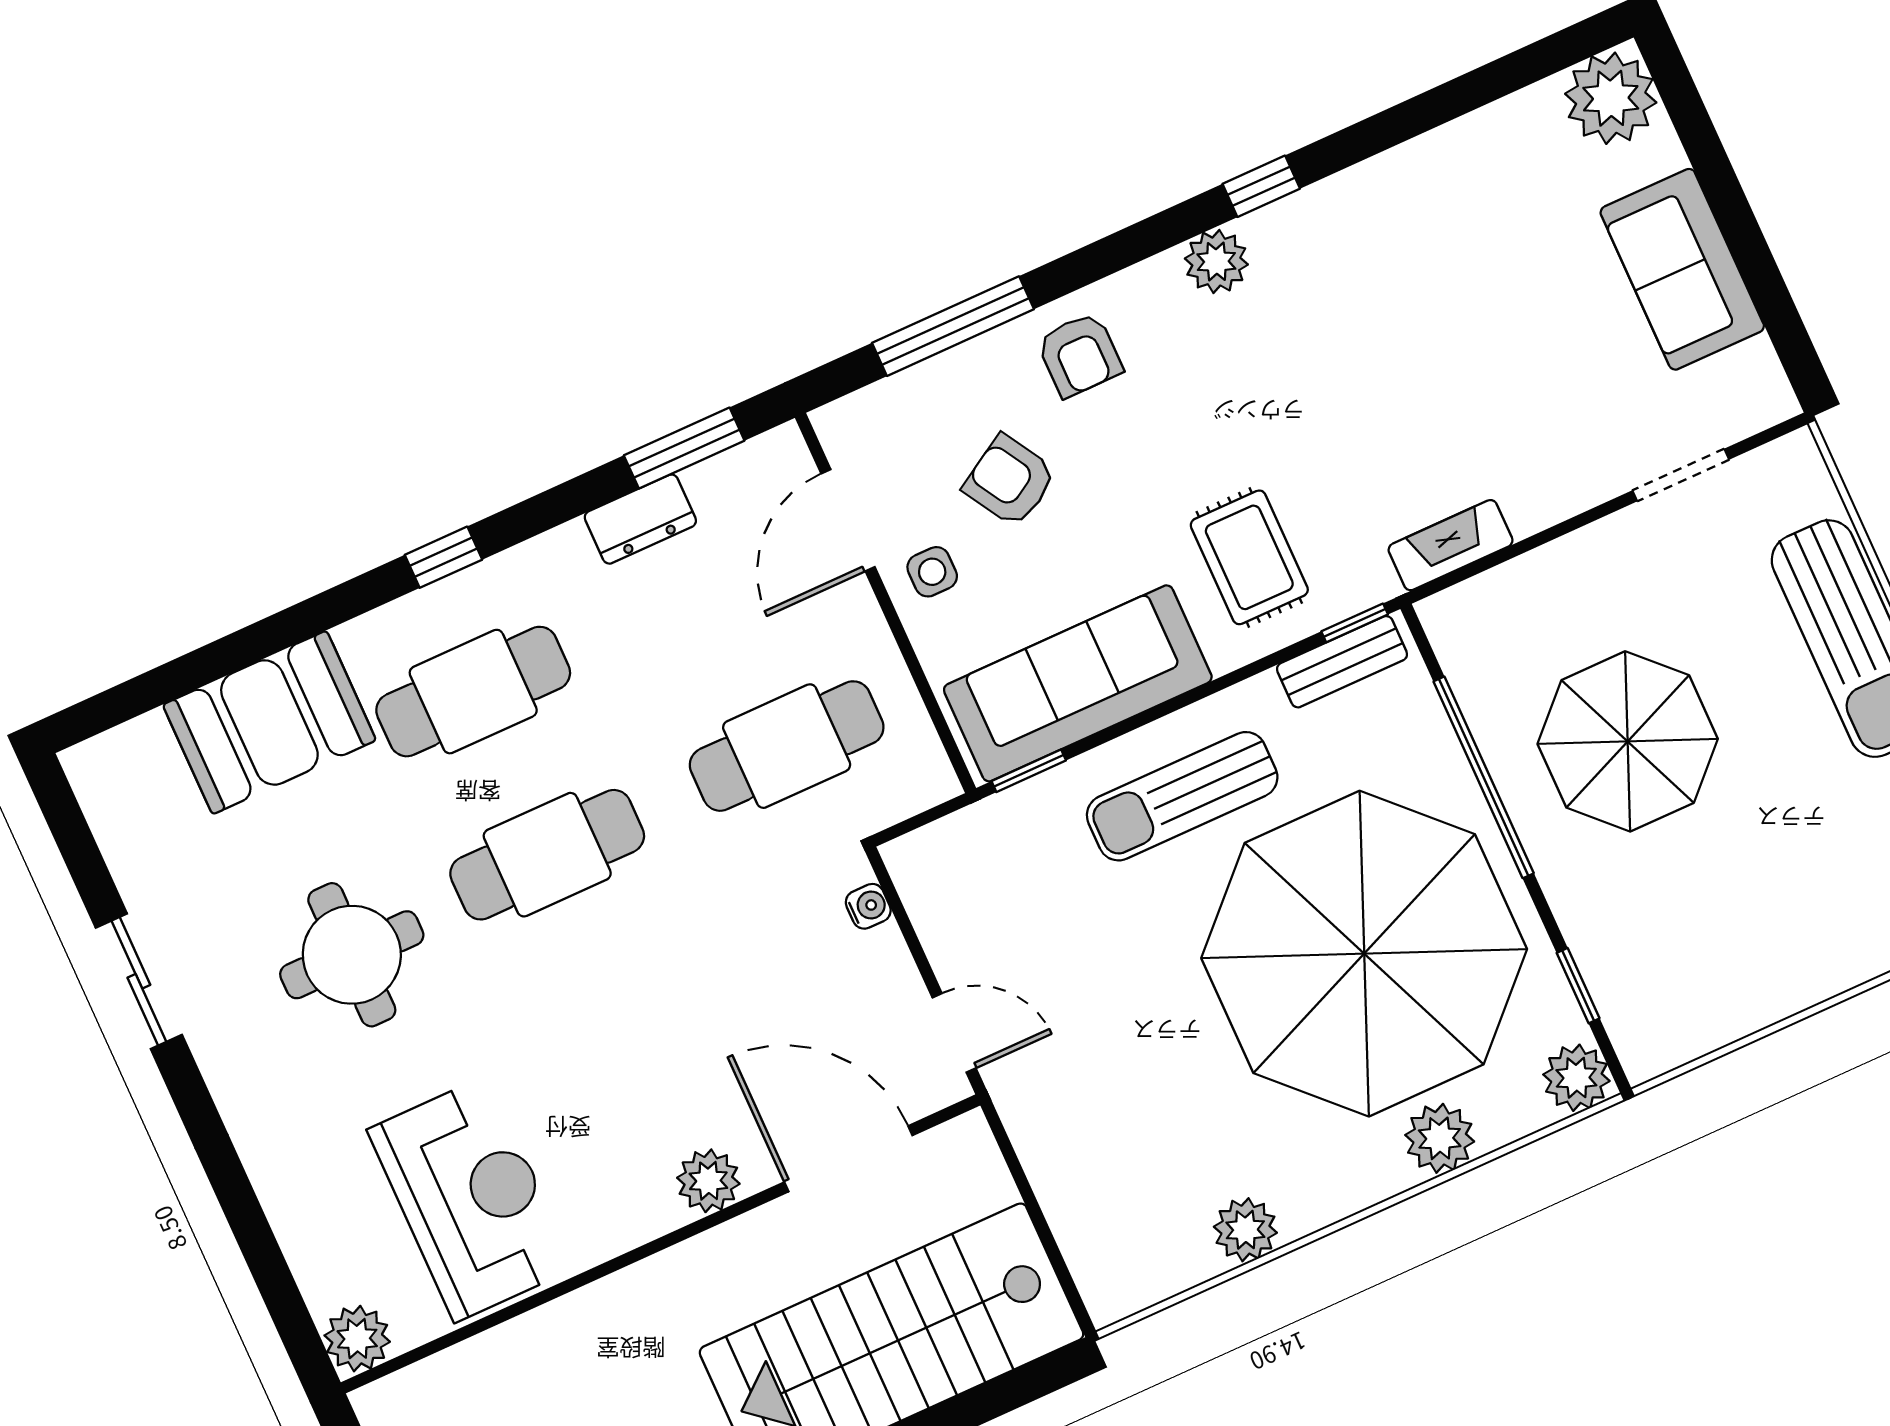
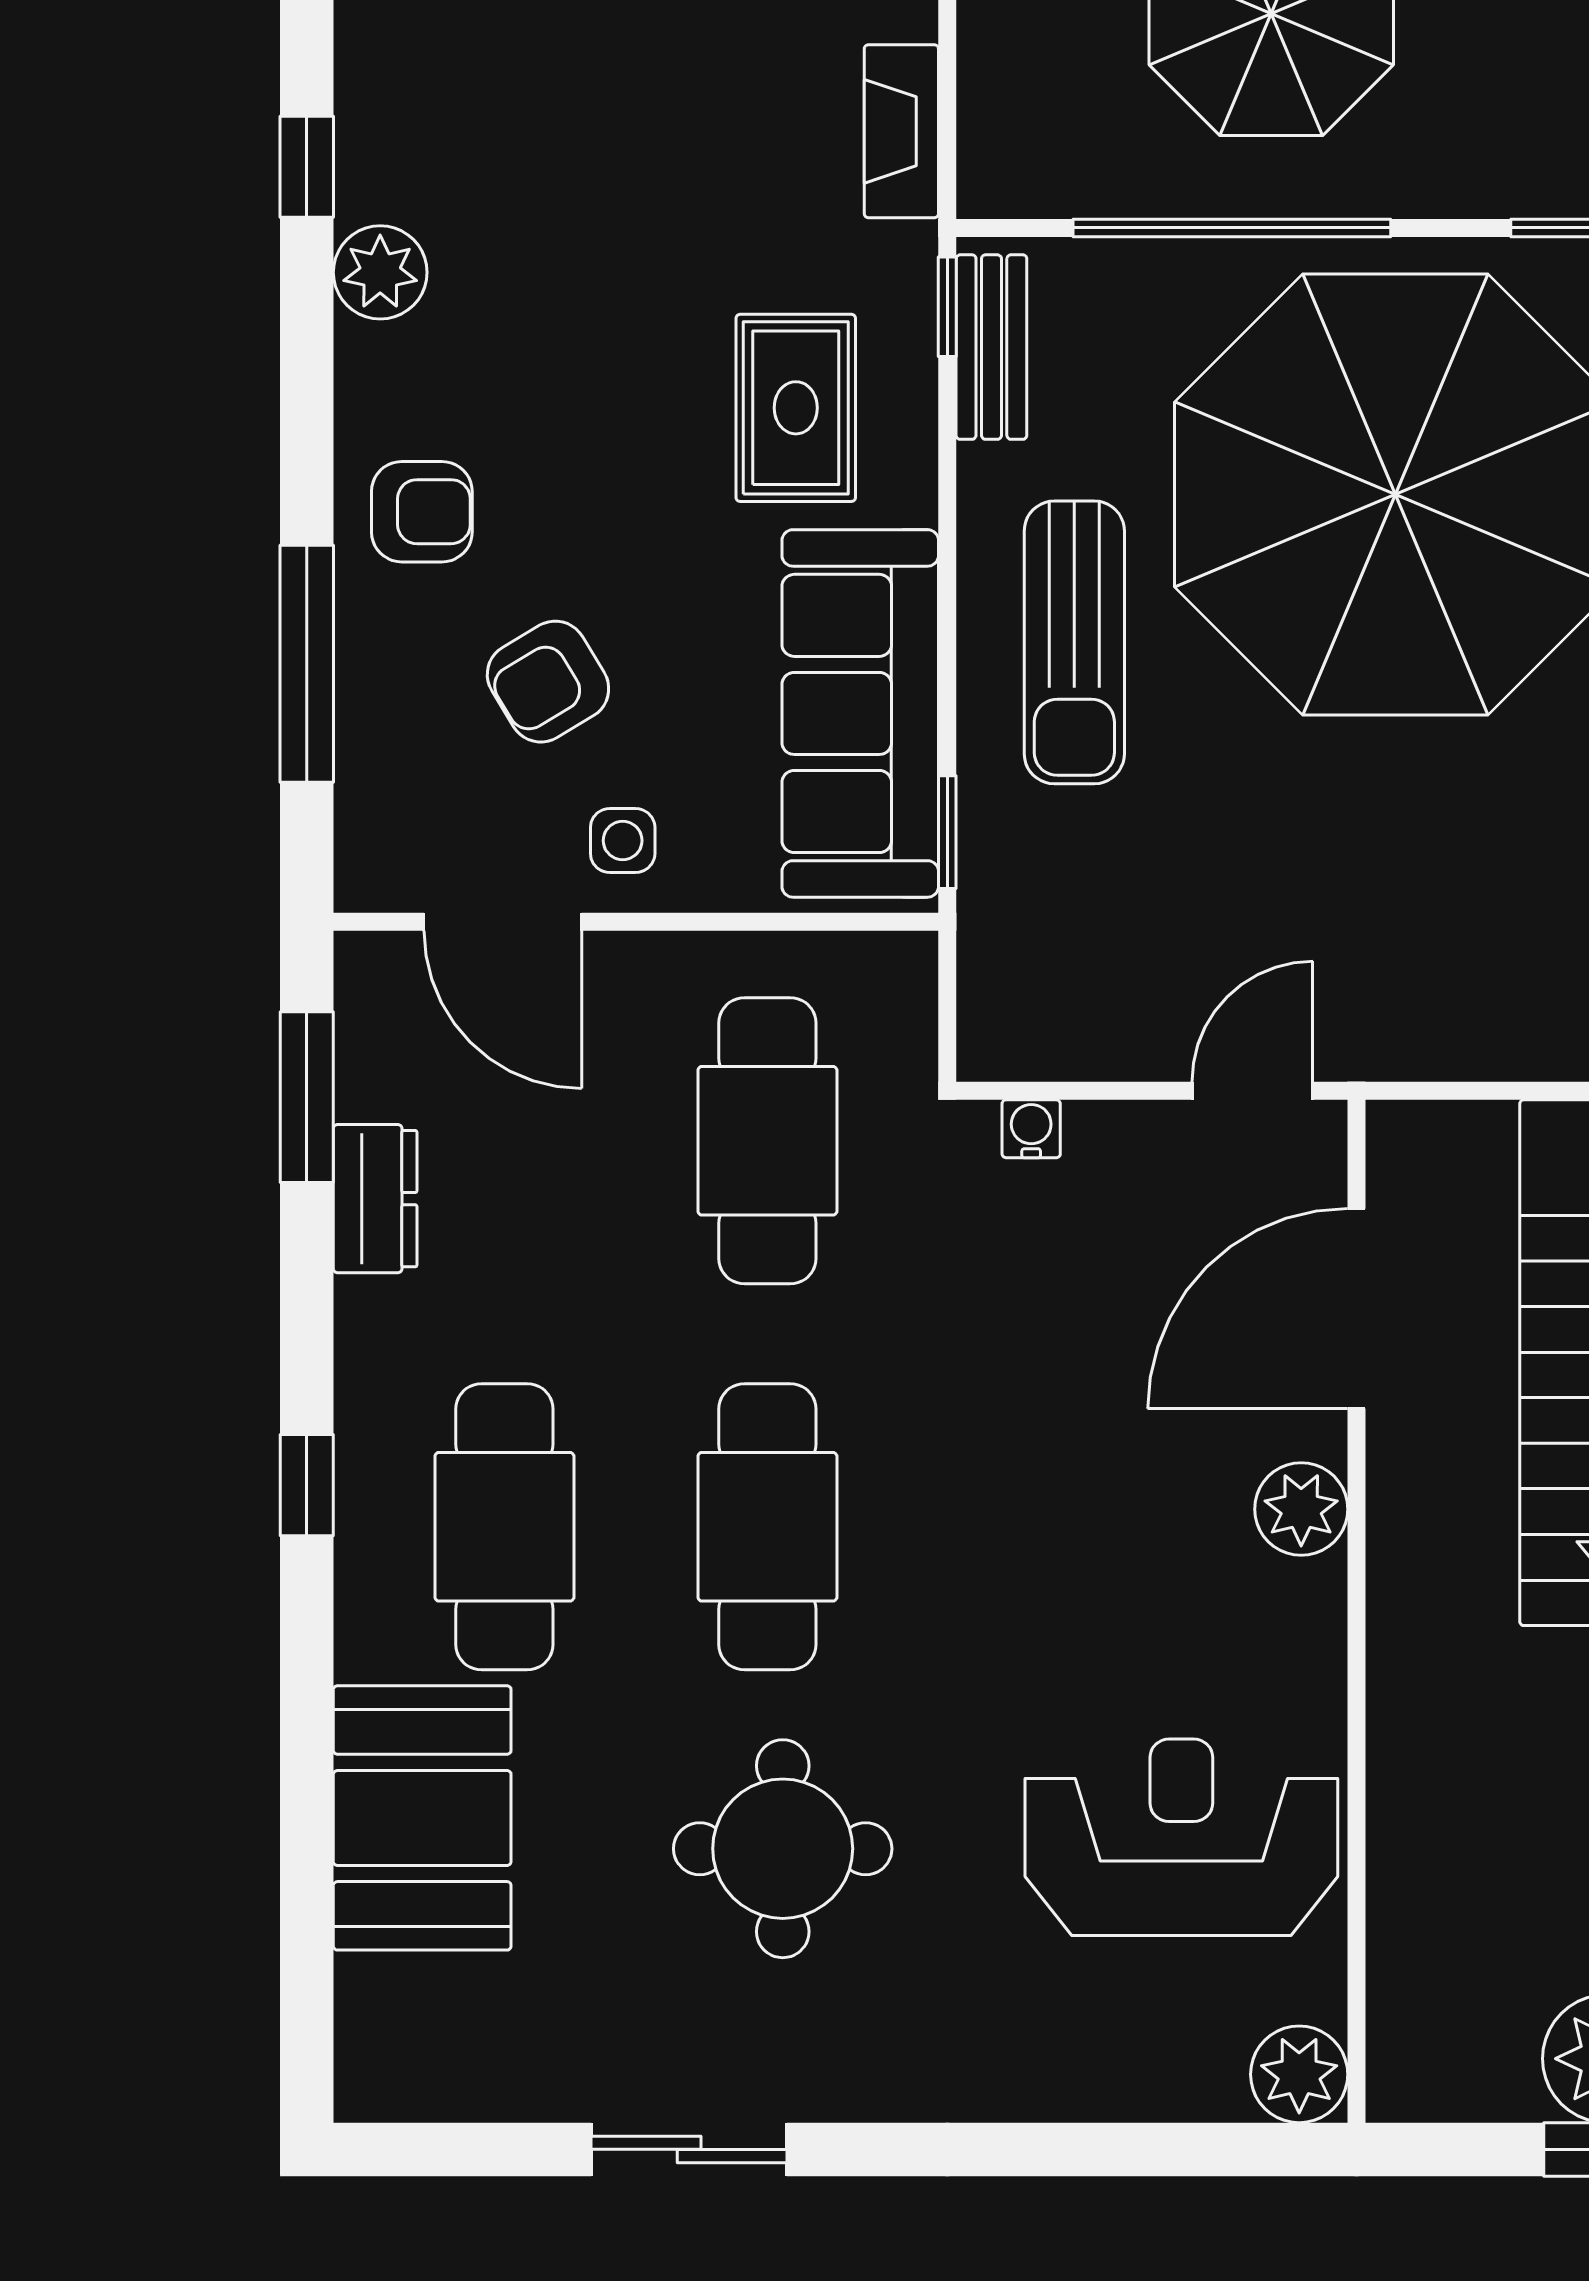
rug: (1249, 557) -> (796, 408), turned 90

